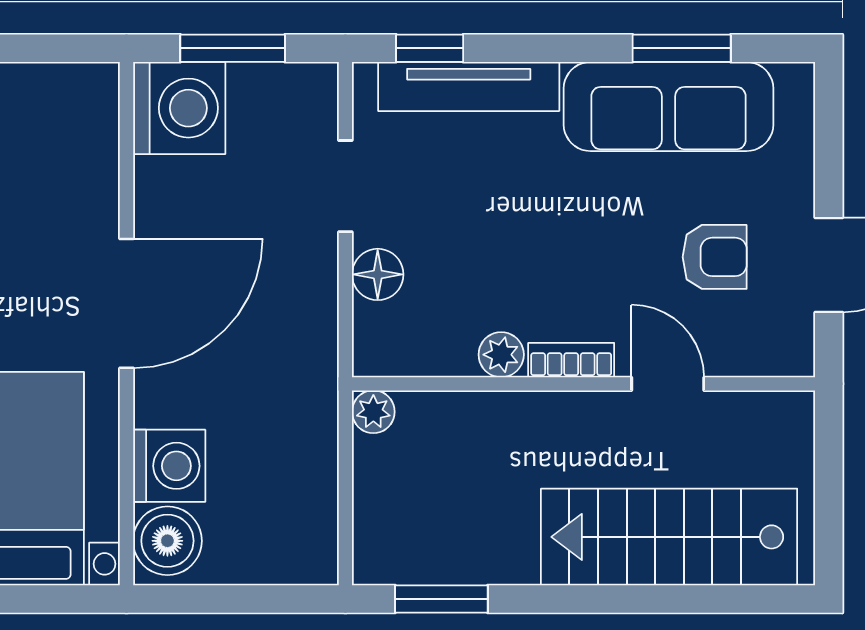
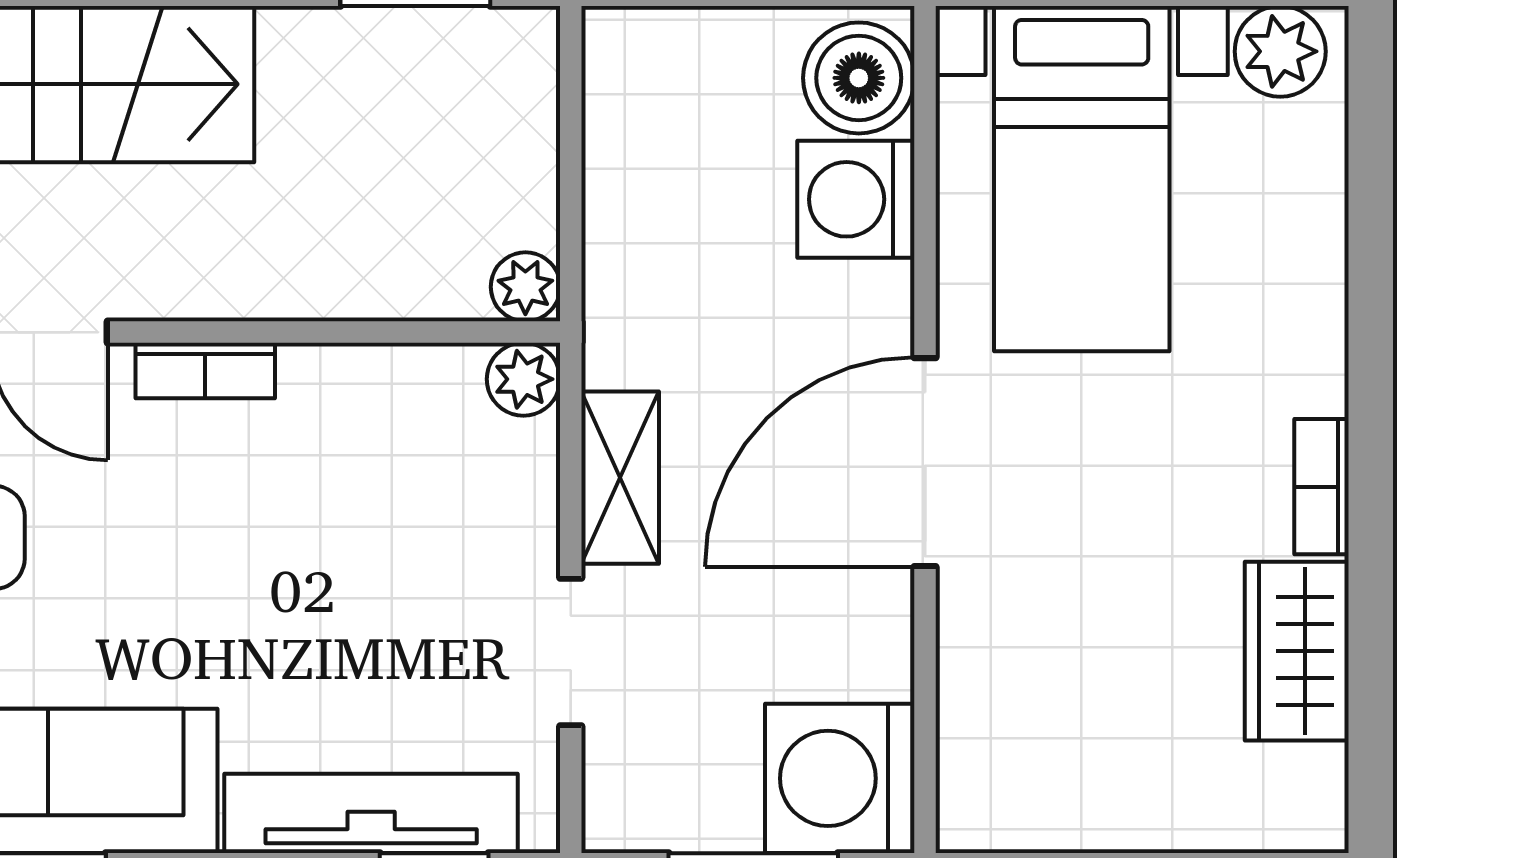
floor lamp: (378, 274) -> (518, 509), removed
shelving: (315, 294) -> (620, 478), added
plant: (501, 355) -> (523, 379), moved

